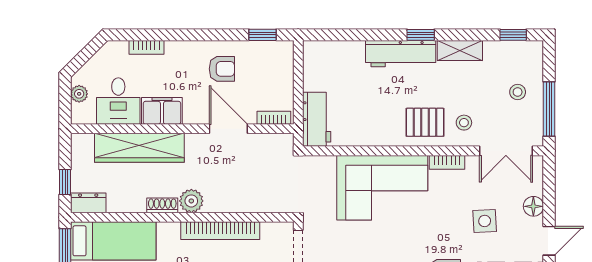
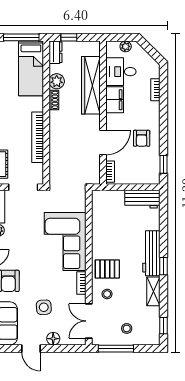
workbench: (317, 119) -> (142, 199), moved
pallet: (425, 122) -> (107, 269), turned 90
plant: (191, 201) -> (57, 81), moved

